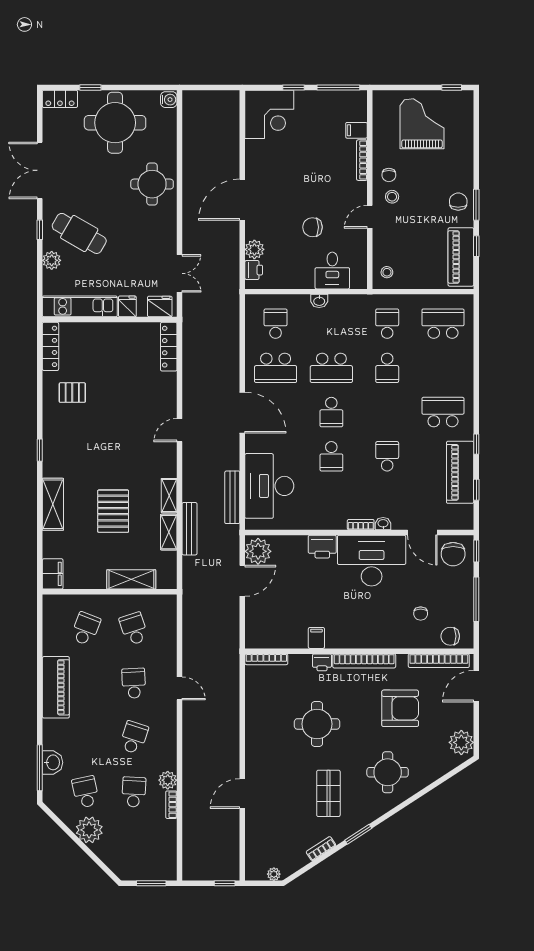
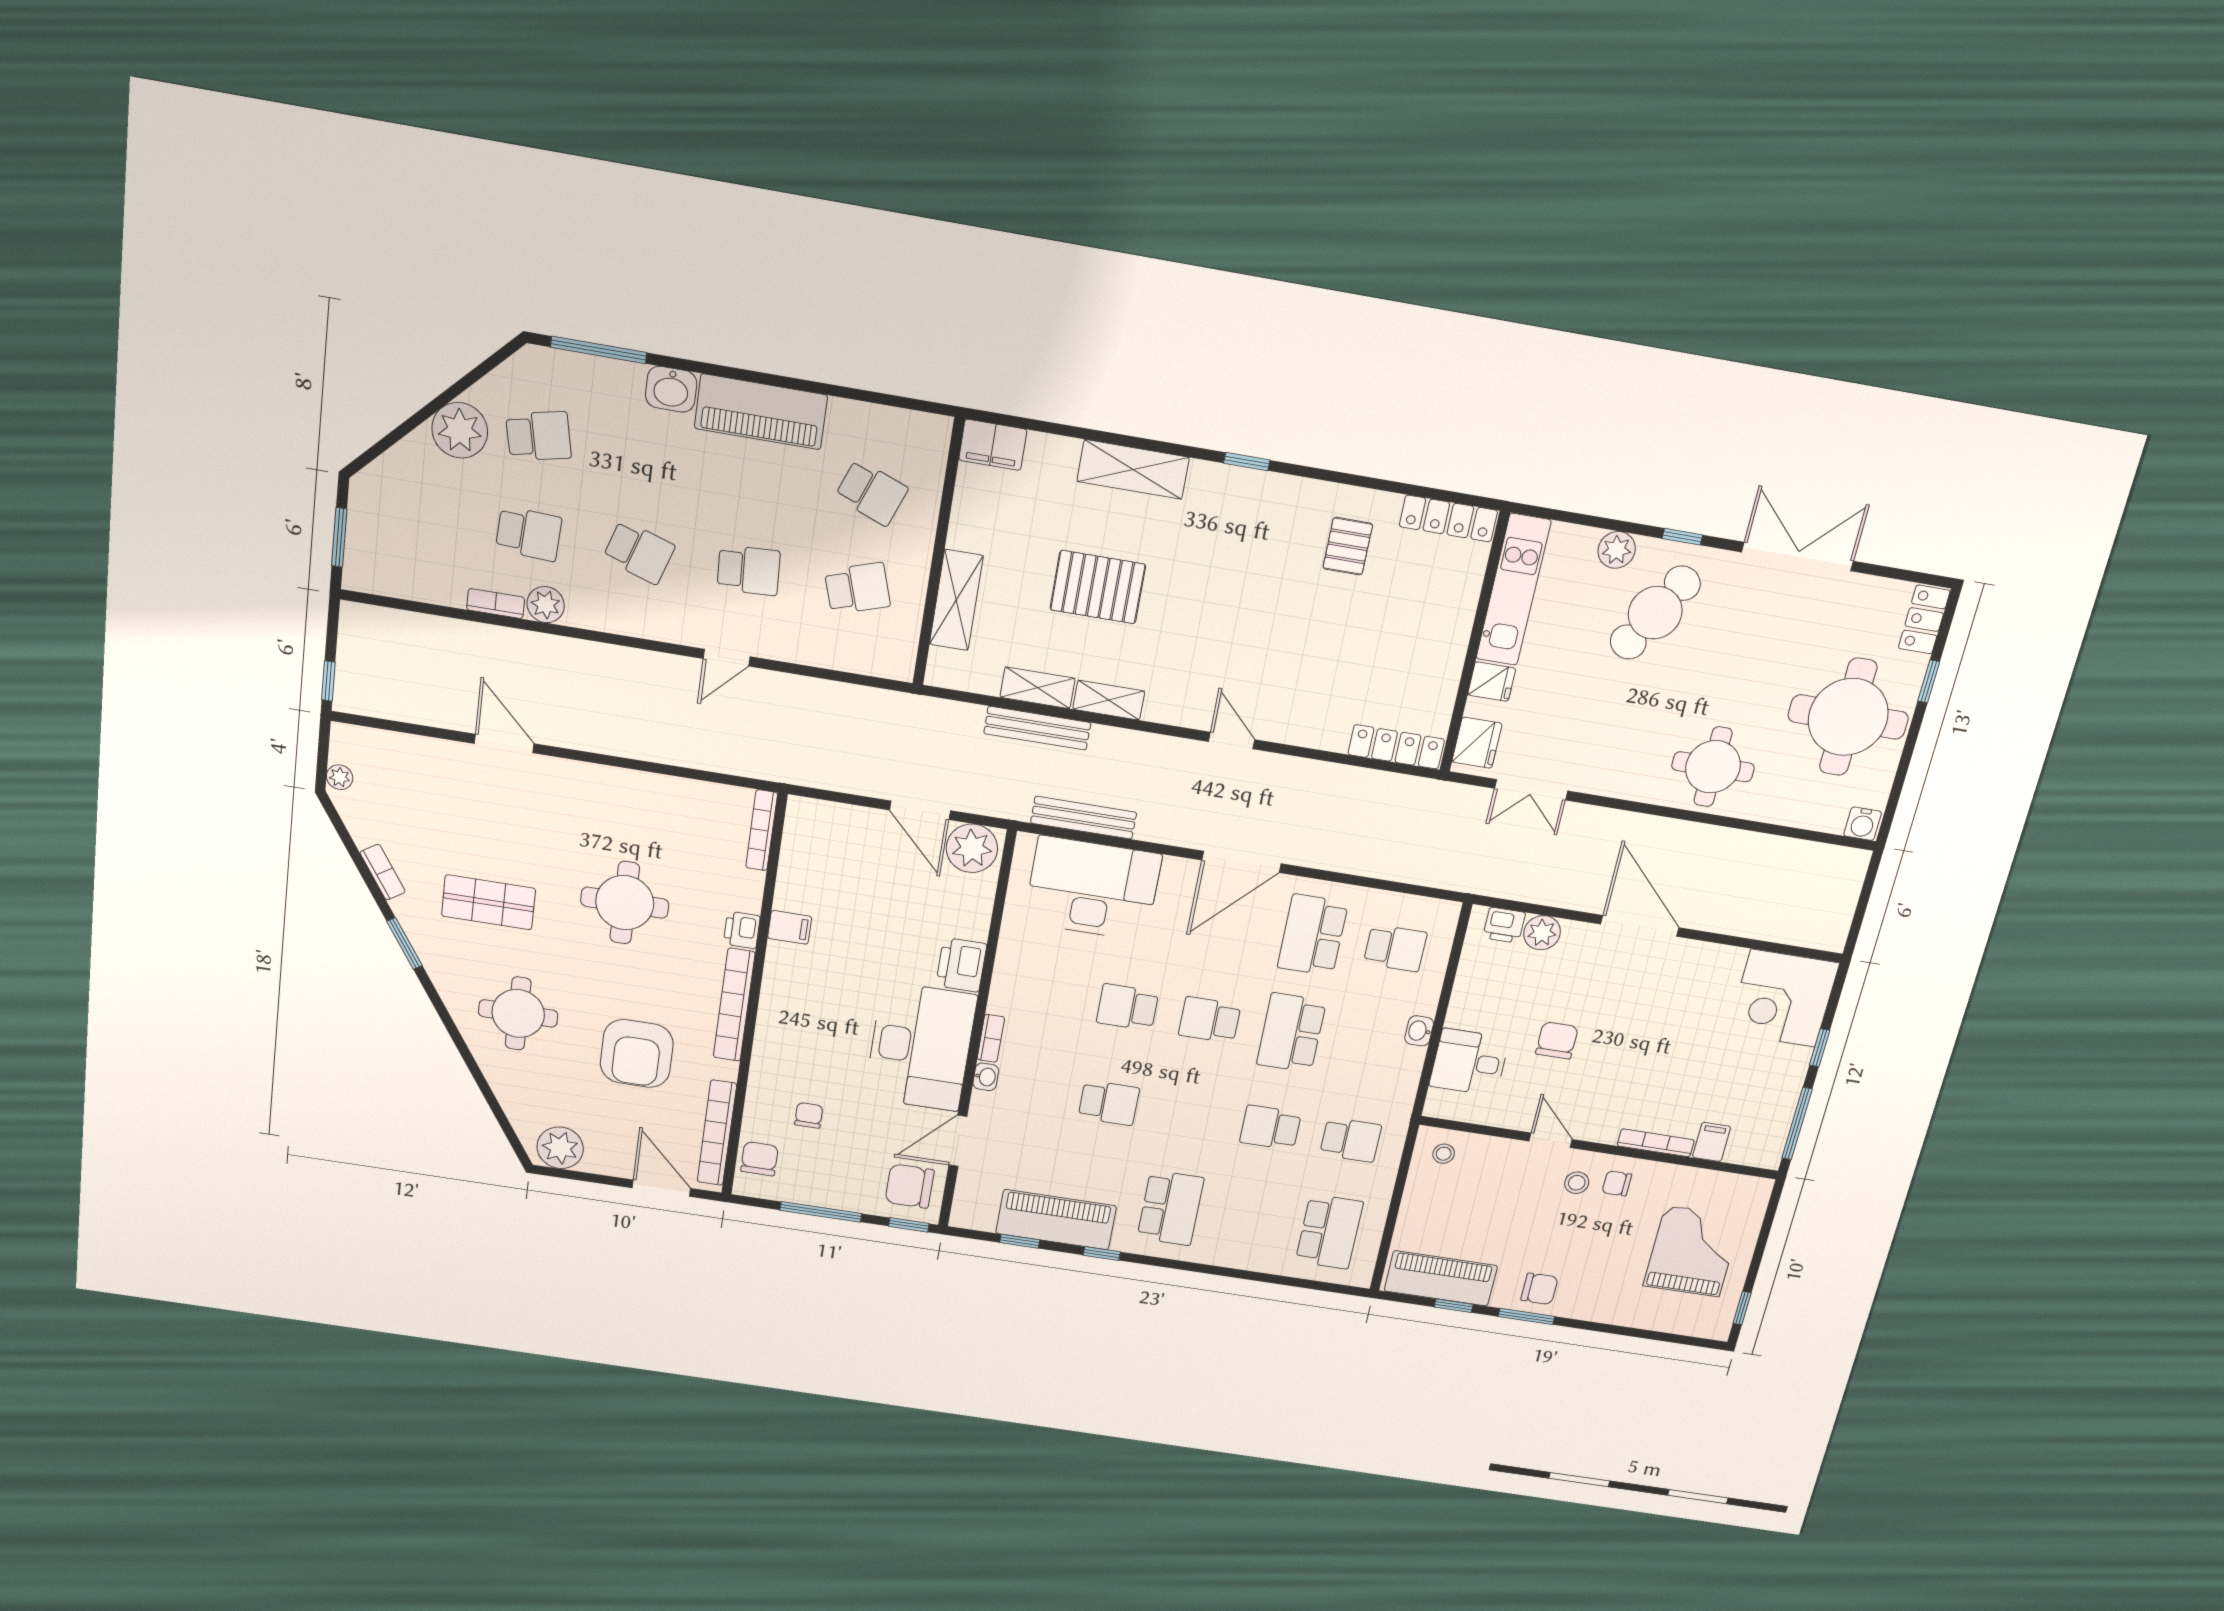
grand piano: (422, 124) -> (1692, 1251), turned -90
chair: (421, 614) -> (809, 1115), turned 90
washbasin: (52, 762) -> (671, 389), moved

